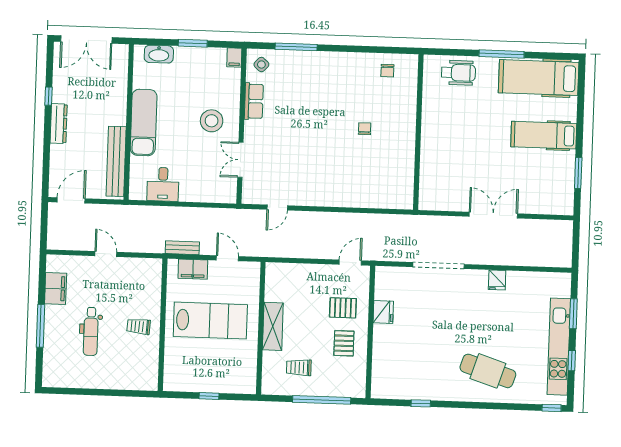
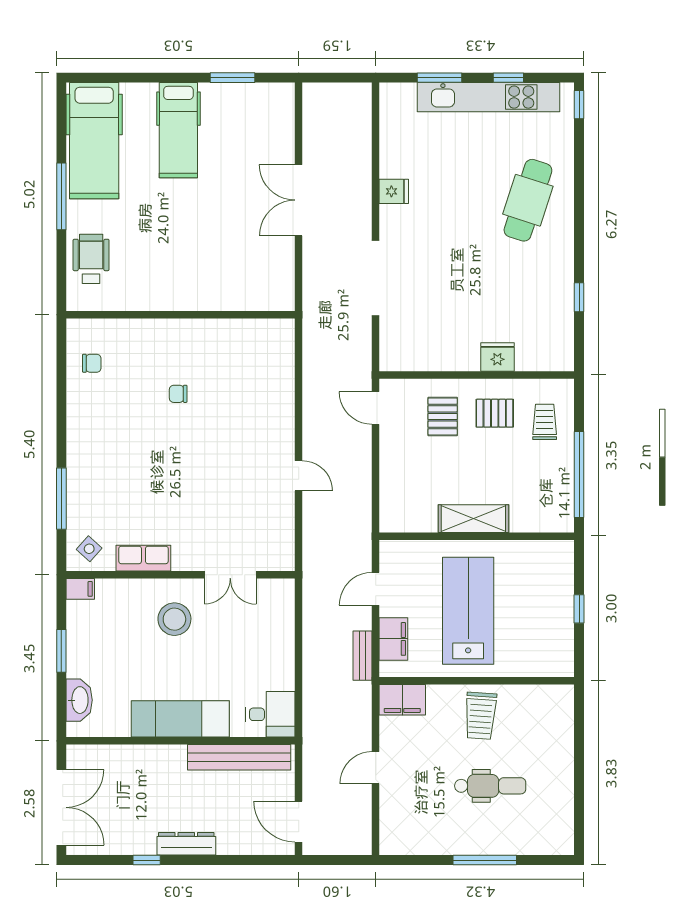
desk: (163, 184) -> (270, 714), moved
door: (277, 208) -> (299, 476), moved
filing cabinet: (56, 289) -> (402, 700), moved, turned 180
fridge: (383, 312) -> (497, 357), moved
trolley: (139, 326) -> (480, 716), width x1.36, depth x1.39
trolley: (299, 368) -> (545, 422), moved, turned 180
window: (322, 400) -> (579, 474), moved

